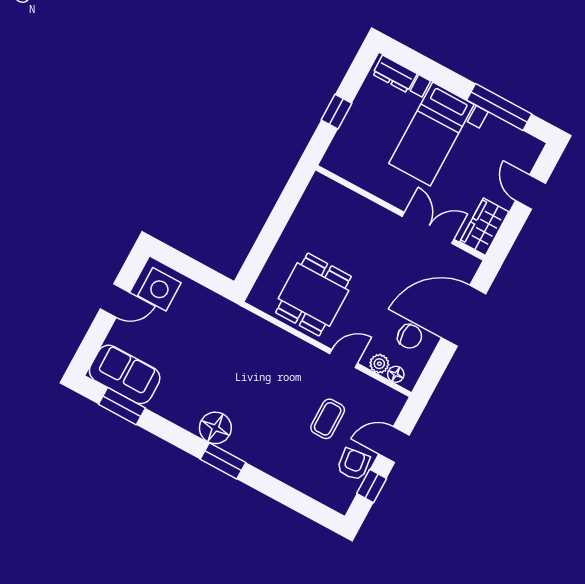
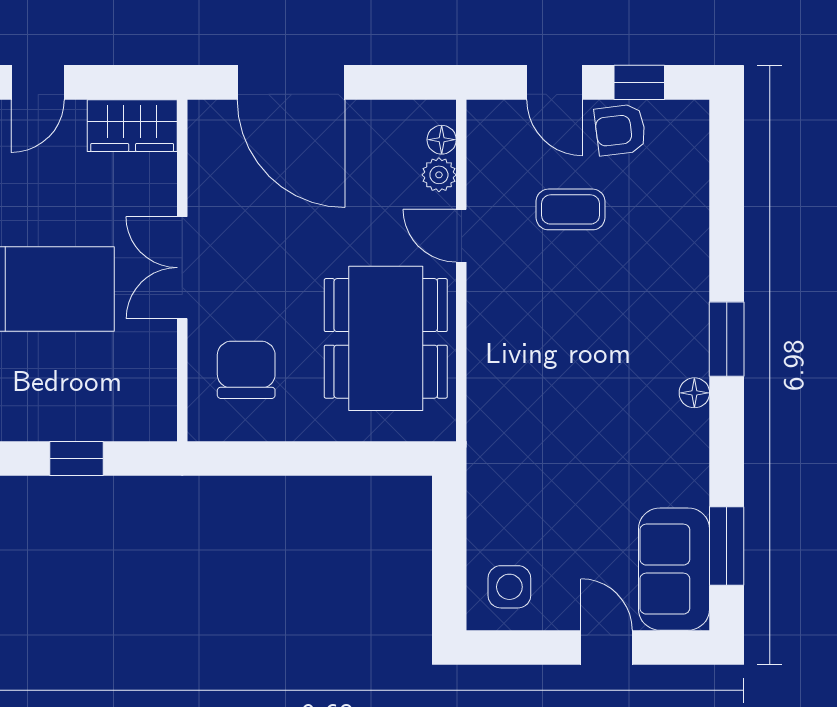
double door: (428, 228) -> (182, 268), moved
side table: (159, 289) -> (509, 587), width x0.73, depth x0.73
dining table: (313, 294) -> (386, 338), width x1.38
door: (115, 301) -> (607, 647), moved
chair: (410, 336) -> (246, 370), moved, width x1.37, depth x1.37
floor lamp: (215, 428) -> (694, 393), width x0.53, depth x0.53

